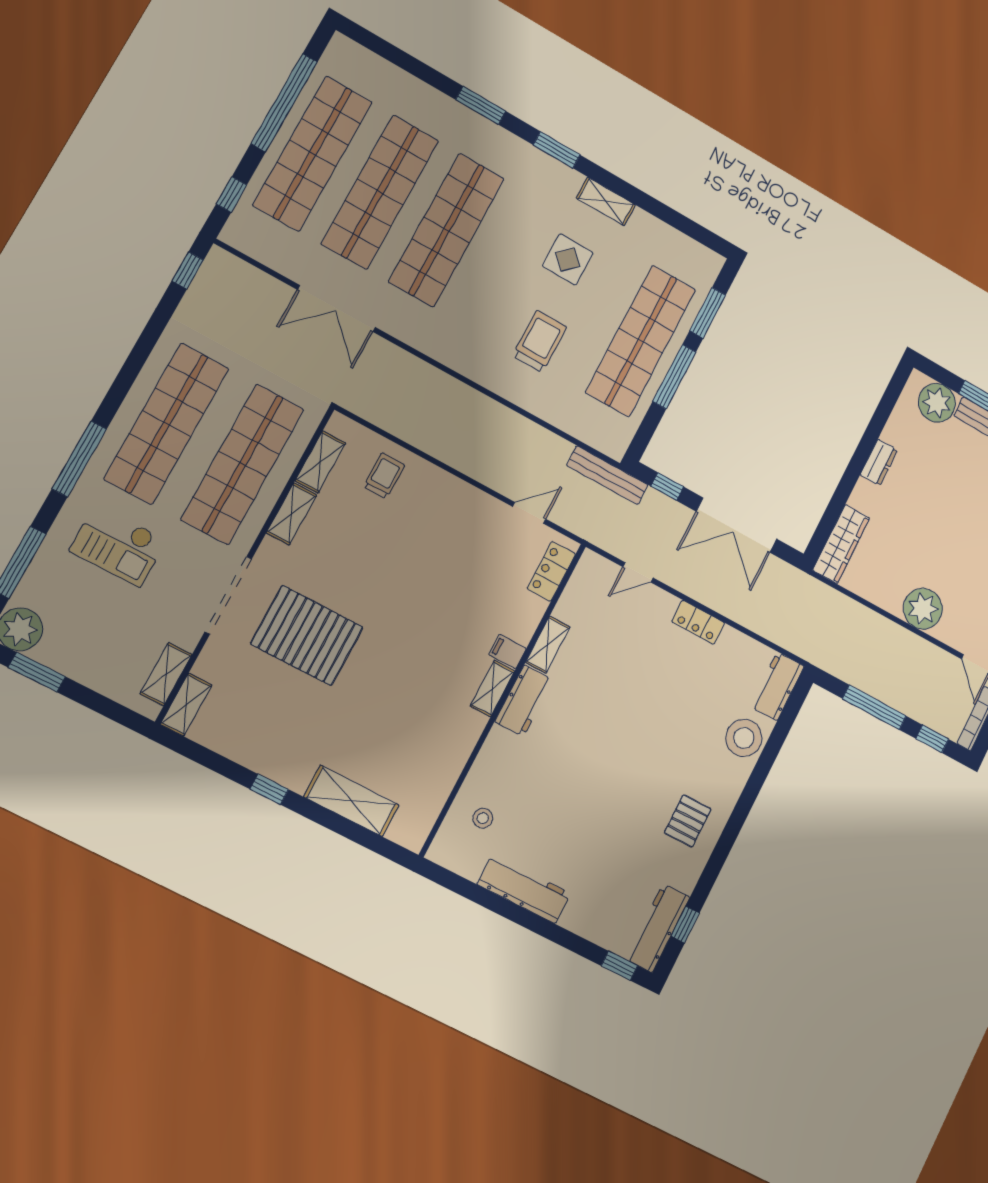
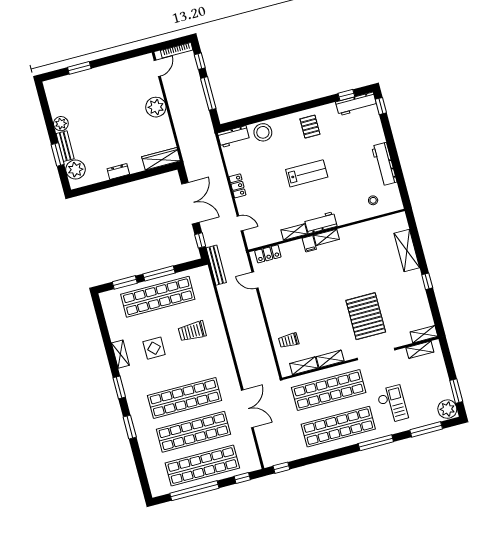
lab bench: (621, 749) -> (307, 173), added
pallet: (688, 821) -> (310, 127), turned 90

